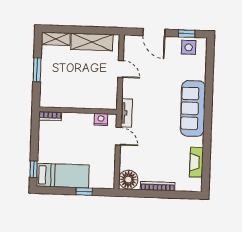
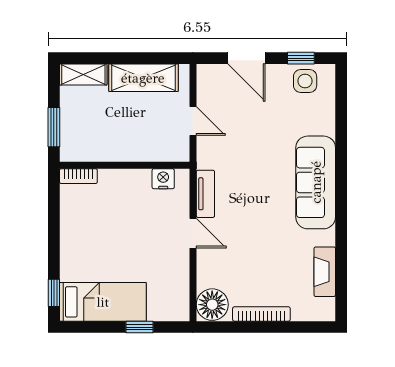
wall: (78, 111) -> (125, 165), moved
bookcase: (50, 116) -> (78, 176), moved
nightstand: (101, 119) -> (163, 179), moved

